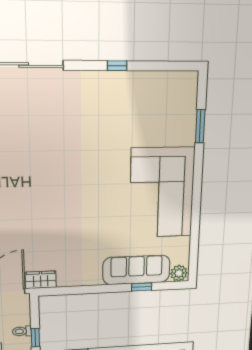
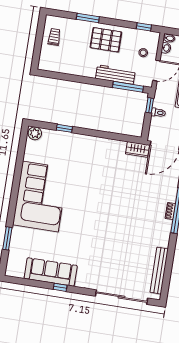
sofa: (136, 270) -> (51, 272), moved, turned 180

